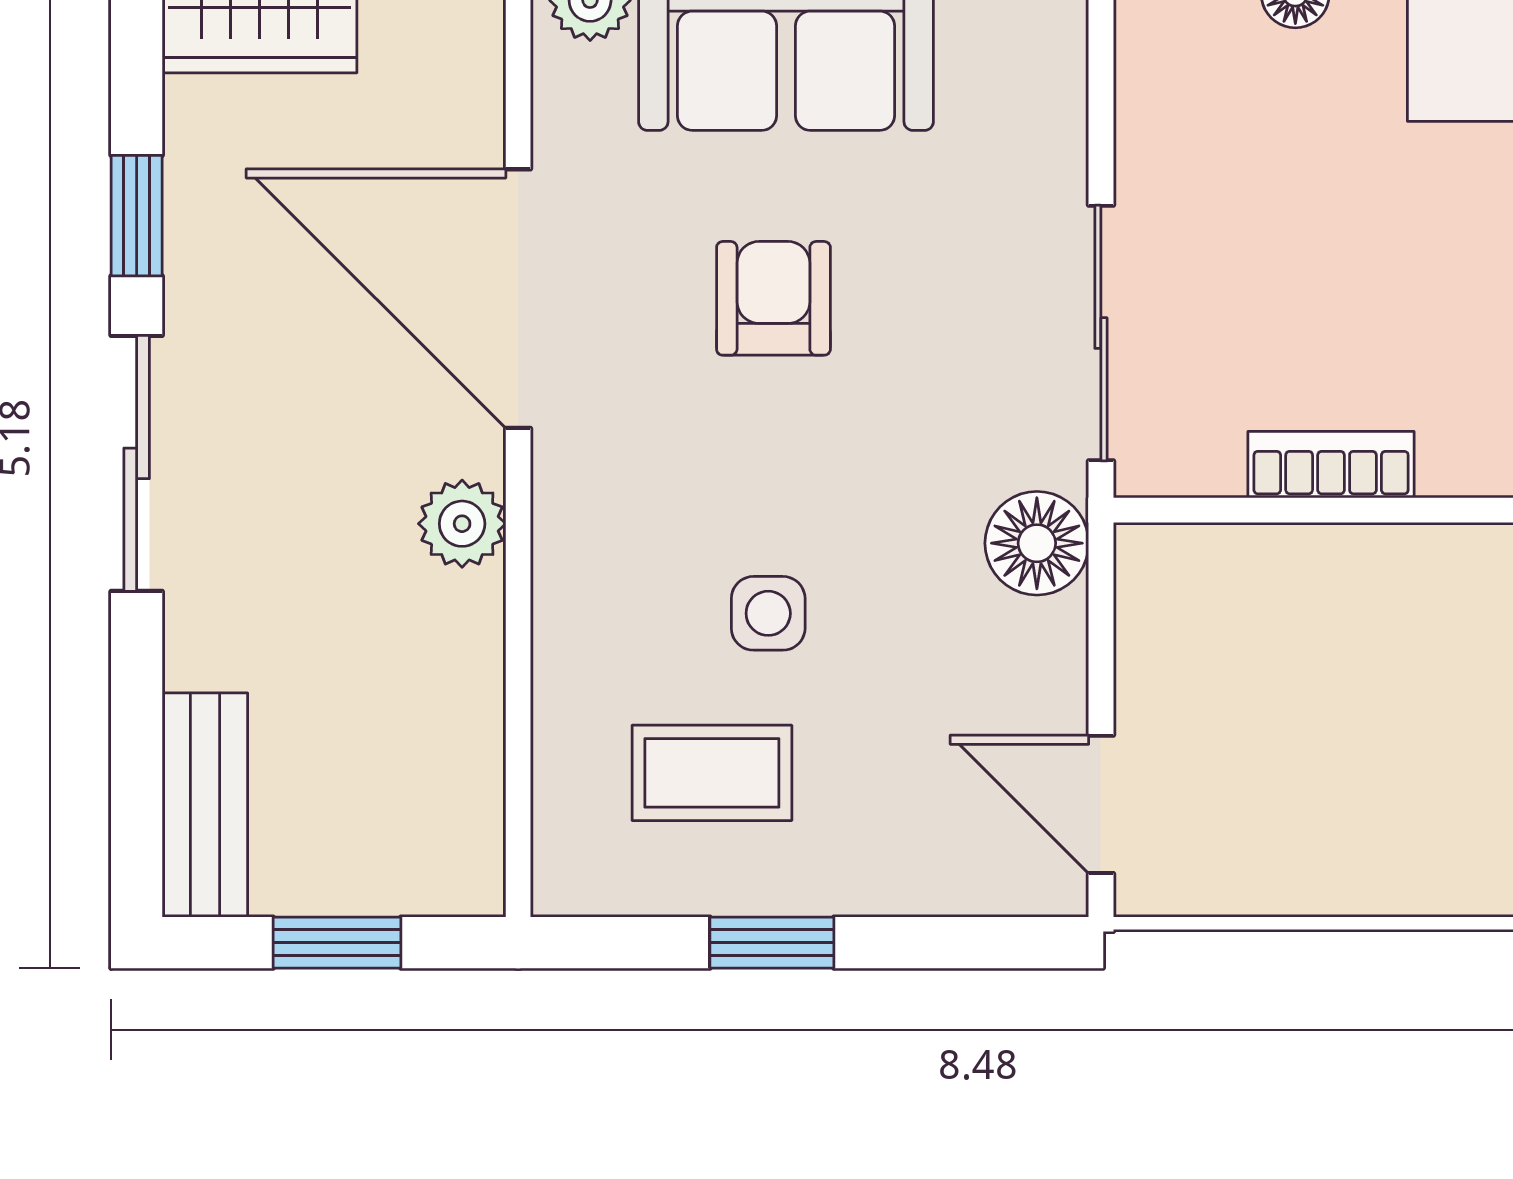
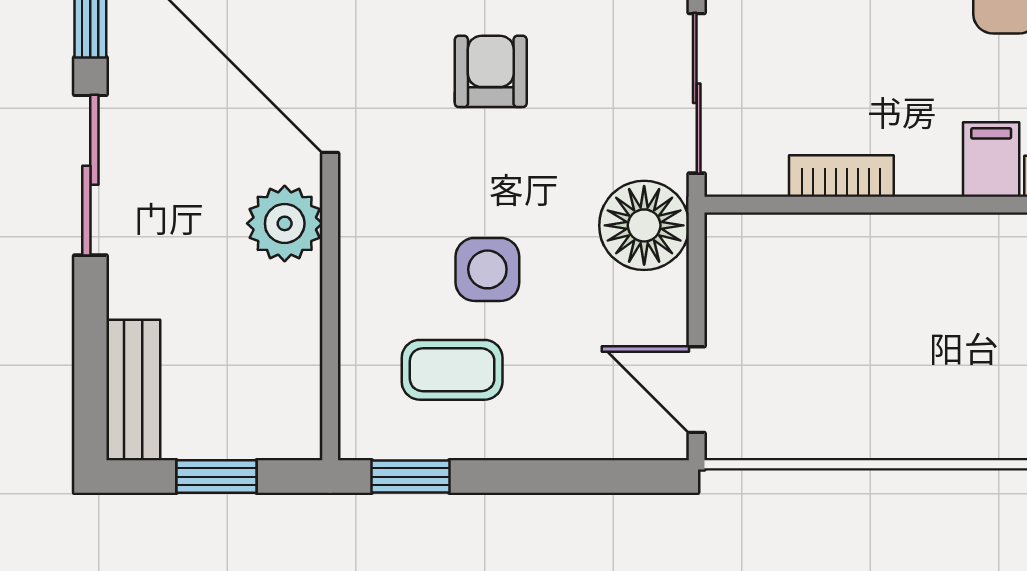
plant: (462, 524) -> (285, 223), width x1.38, depth x1.38
floor lamp: (1037, 543) -> (644, 225), width x1.38, depth x1.38
side table: (768, 613) -> (487, 269), width x1.37, depth x1.37
window: (772, 943) -> (411, 477), moved

